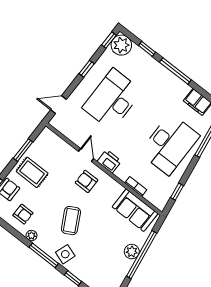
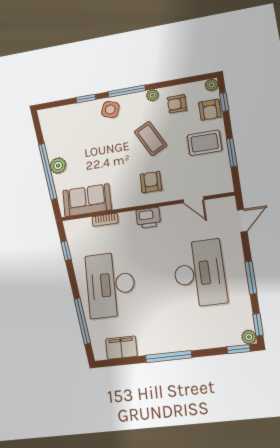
plant: (121, 45) -> (249, 337), width x0.53, depth x0.53
window: (147, 49) -> (239, 349), moved
window: (87, 69) -> (251, 278), width x1.50
door: (86, 155) -> (193, 200), moved
armchair: (87, 181) -> (151, 182), turned -90
coffee table: (71, 221) -> (150, 138), moved

